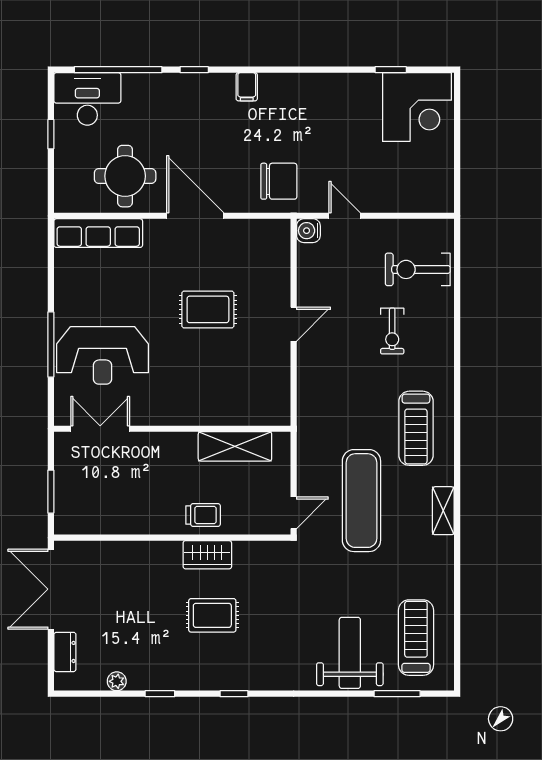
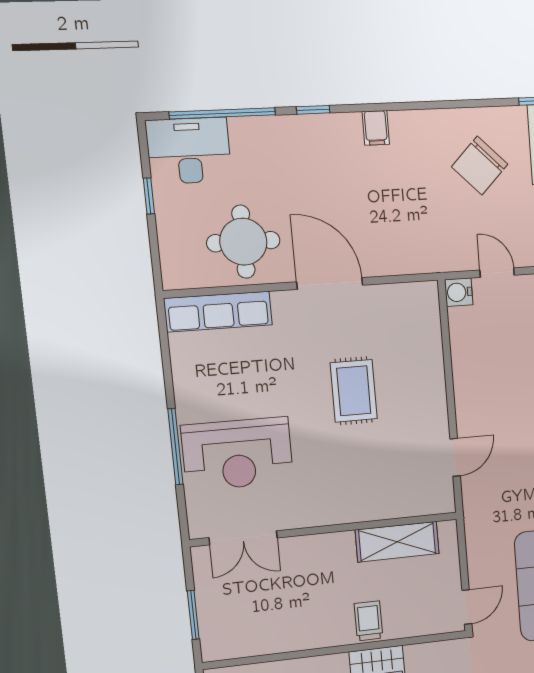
chair: (279, 181) -> (480, 166), moved, turned 135
rug: (208, 309) -> (354, 391), turned 90
door: (294, 324) -> (455, 457), moved
double door: (100, 429) -> (243, 538), swing flipped
trolley: (203, 515) -> (369, 621), turned -90

